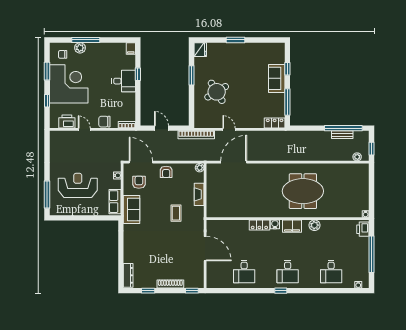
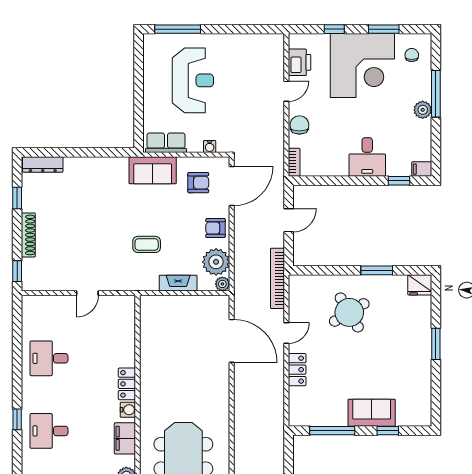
plant: (80, 48) -> (423, 110), moved
window: (138, 74) -> (399, 181), moved
locker: (275, 123) -> (297, 370), moved
plant: (186, 172) -> (216, 262), added
door: (205, 249) -> (87, 293), width x0.53

